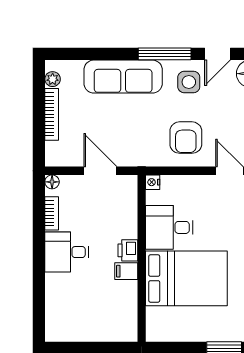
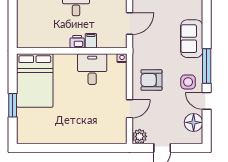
sofa: (123, 77) -> (192, 39), width x0.73
filing cabinet: (126, 271) -> (91, 41), moved
bed: (186, 278) -> (35, 80), moved

